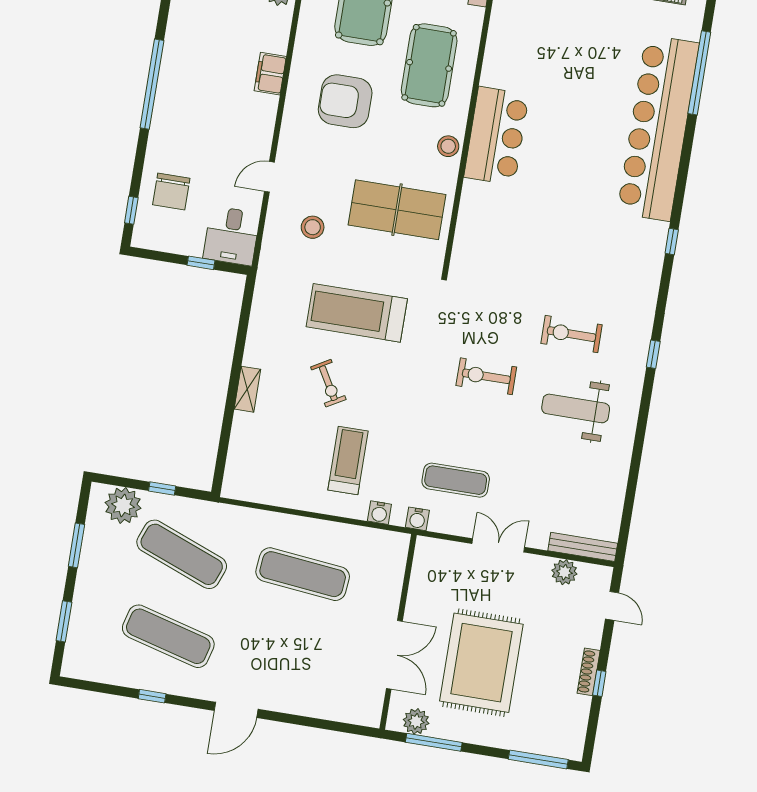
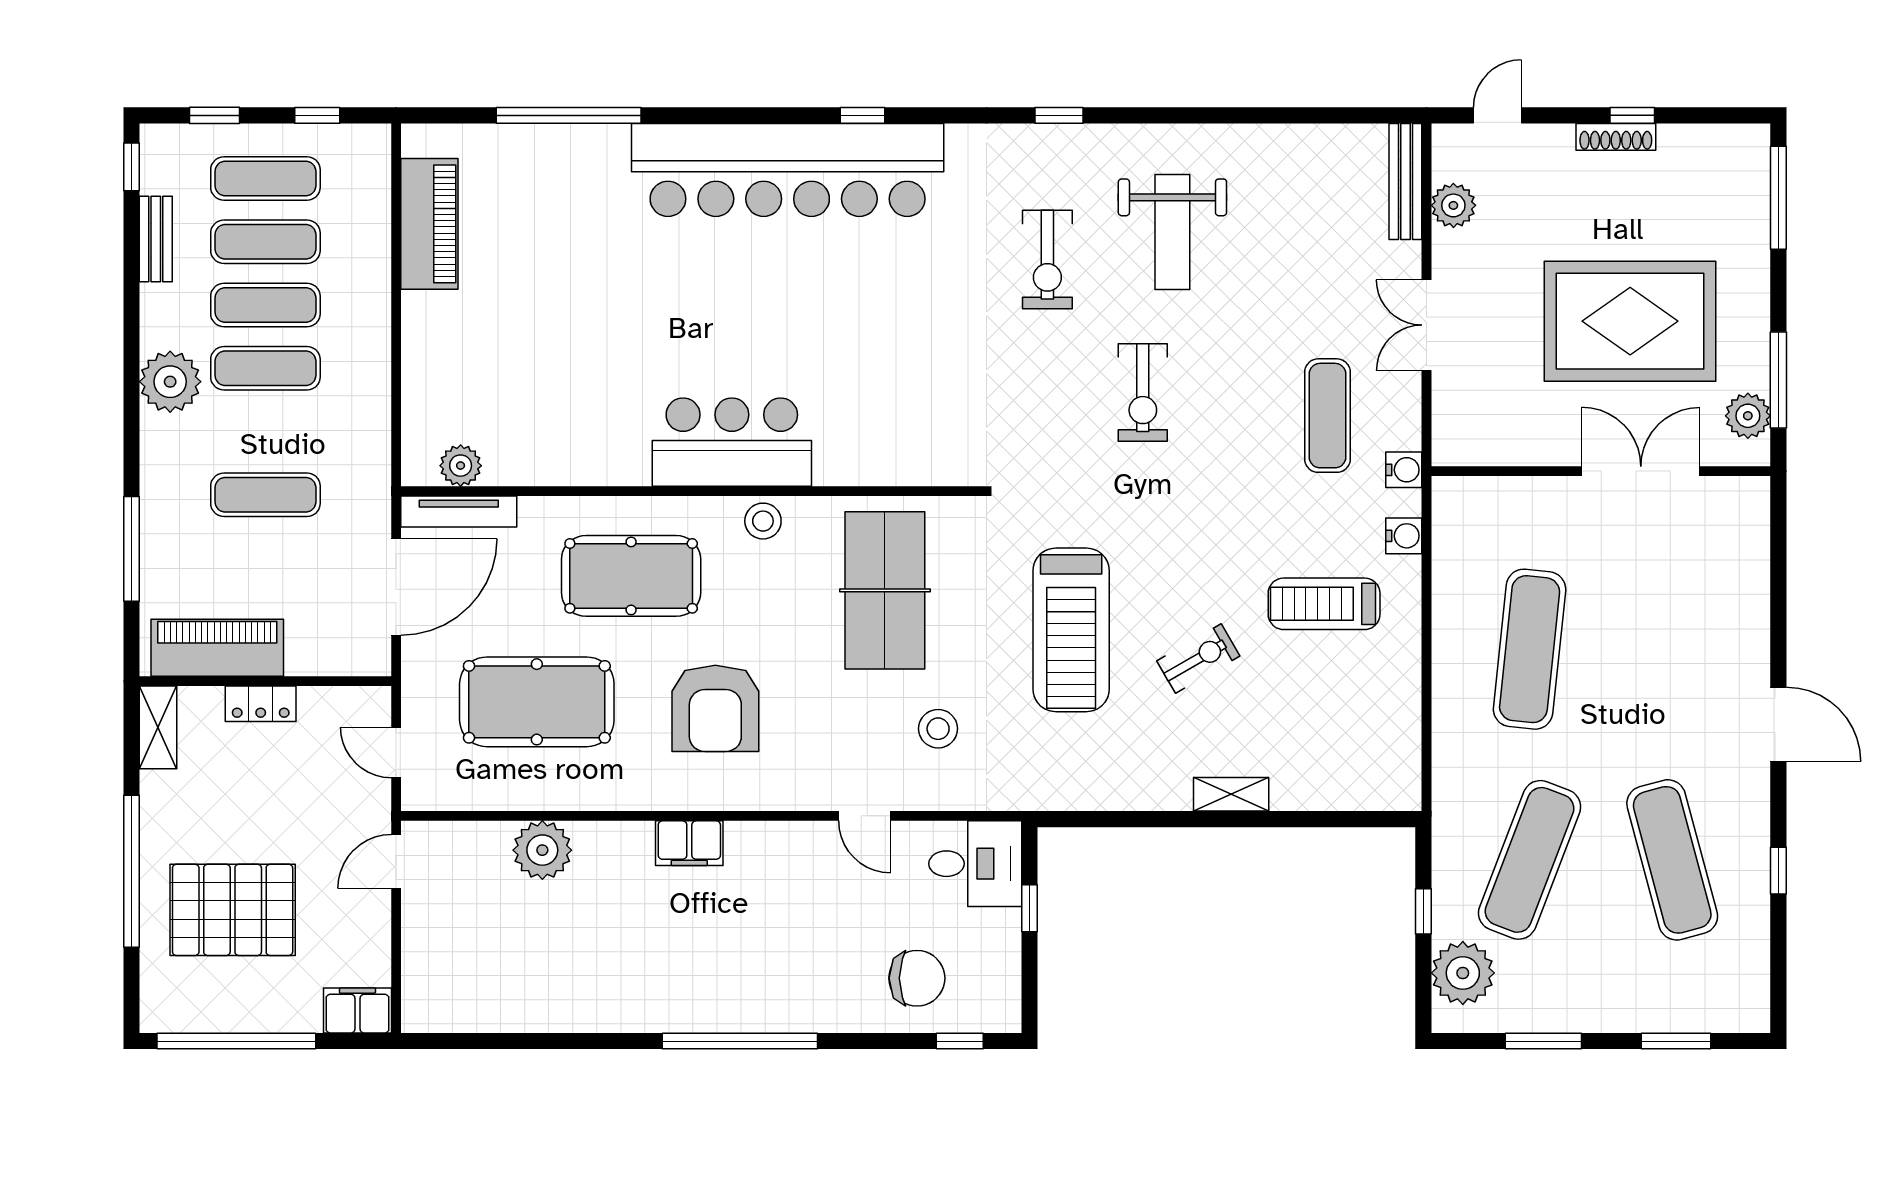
bar counter: (658, 128) -> (788, 170), moved
exercise mat: (168, 636) -> (1672, 860), turned -30

